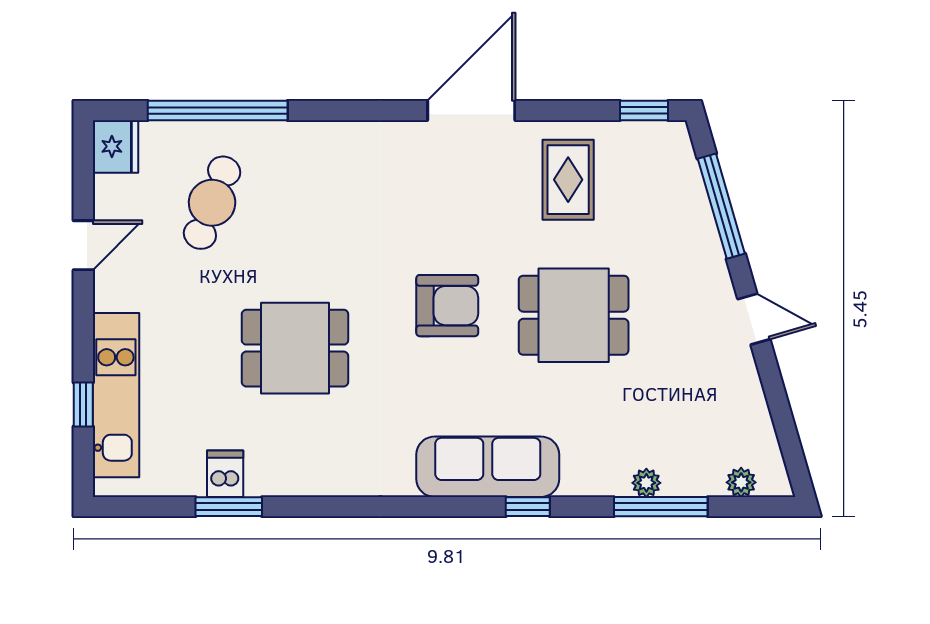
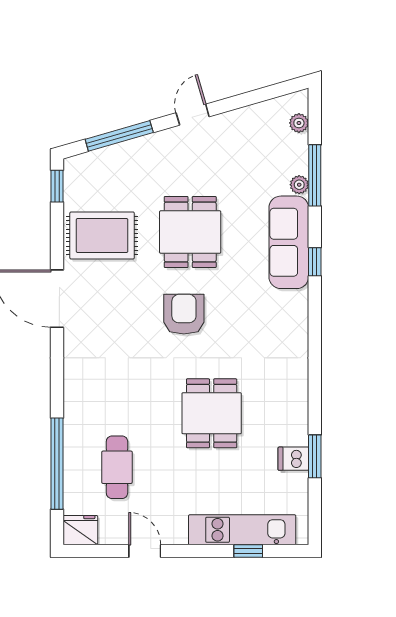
rug: (568, 180) -> (102, 236), width x1.36, depth x1.43
cafe table: (212, 203) -> (117, 467), turned 69
sofa: (488, 467) -> (289, 242), moved

